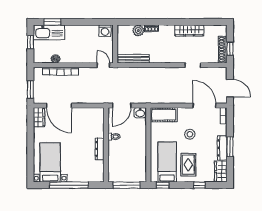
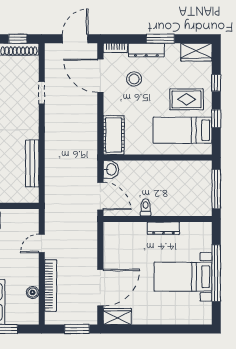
bench: (133, 59) -> (32, 163), moved
door: (103, 65) -> (42, 243), moved
door: (204, 106) -> (100, 76), hinge flipped
stool: (190, 134) -> (134, 79), moved
dresser: (222, 148) -> (146, 50), moved
bed with nightstands: (50, 162) -> (183, 277), moved
window: (163, 185) -> (216, 119), moved

